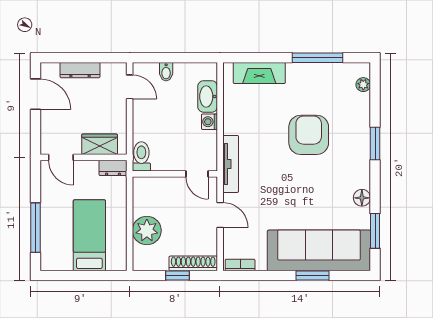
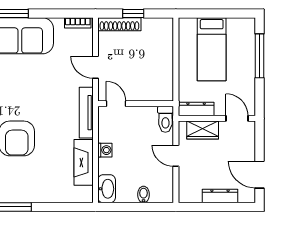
fireplace: (259, 73) -> (84, 162), moved, turned -90
door: (130, 87) -> (176, 156), moved
washbasin: (208, 96) -> (107, 189), moved
dresser: (113, 168) -> (196, 109), width x1.44
plant: (147, 230) -> (161, 53), removed

